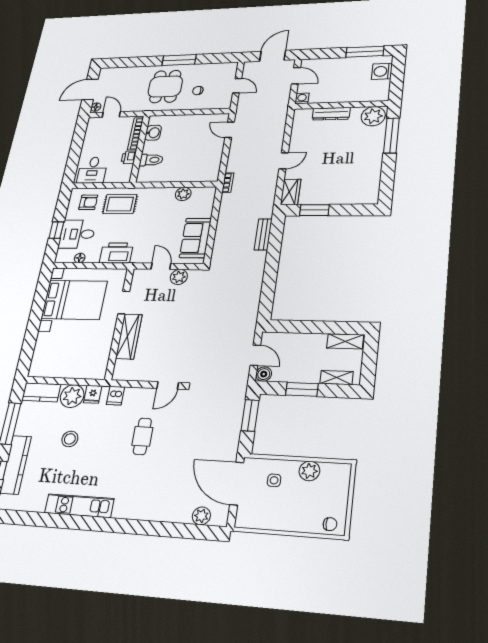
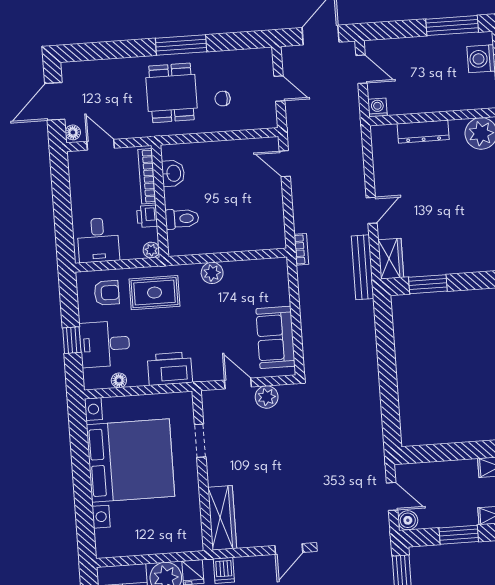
plant: (125, 178) -> (151, 250), added
plant: (183, 194) -> (212, 273), moved
bench: (263, 234) -> (363, 267), moved, width x1.36
bed with nightstands: (74, 300) -> (130, 460), width x1.36
wardrobe: (129, 337) -> (222, 518), moved

